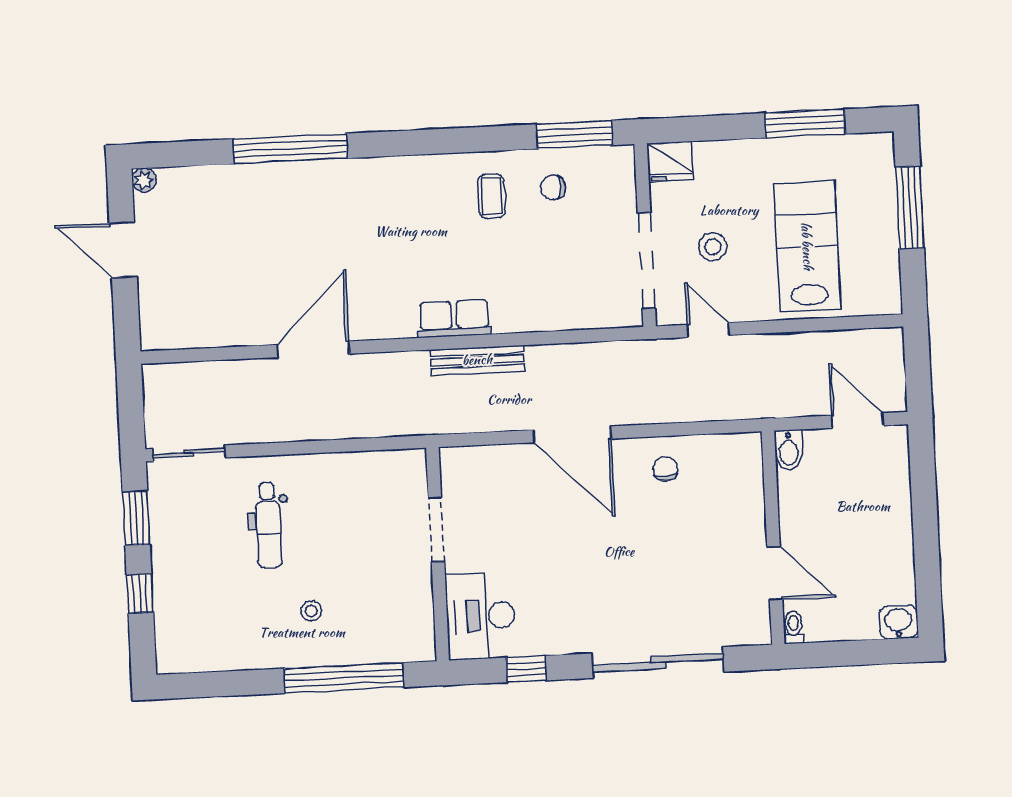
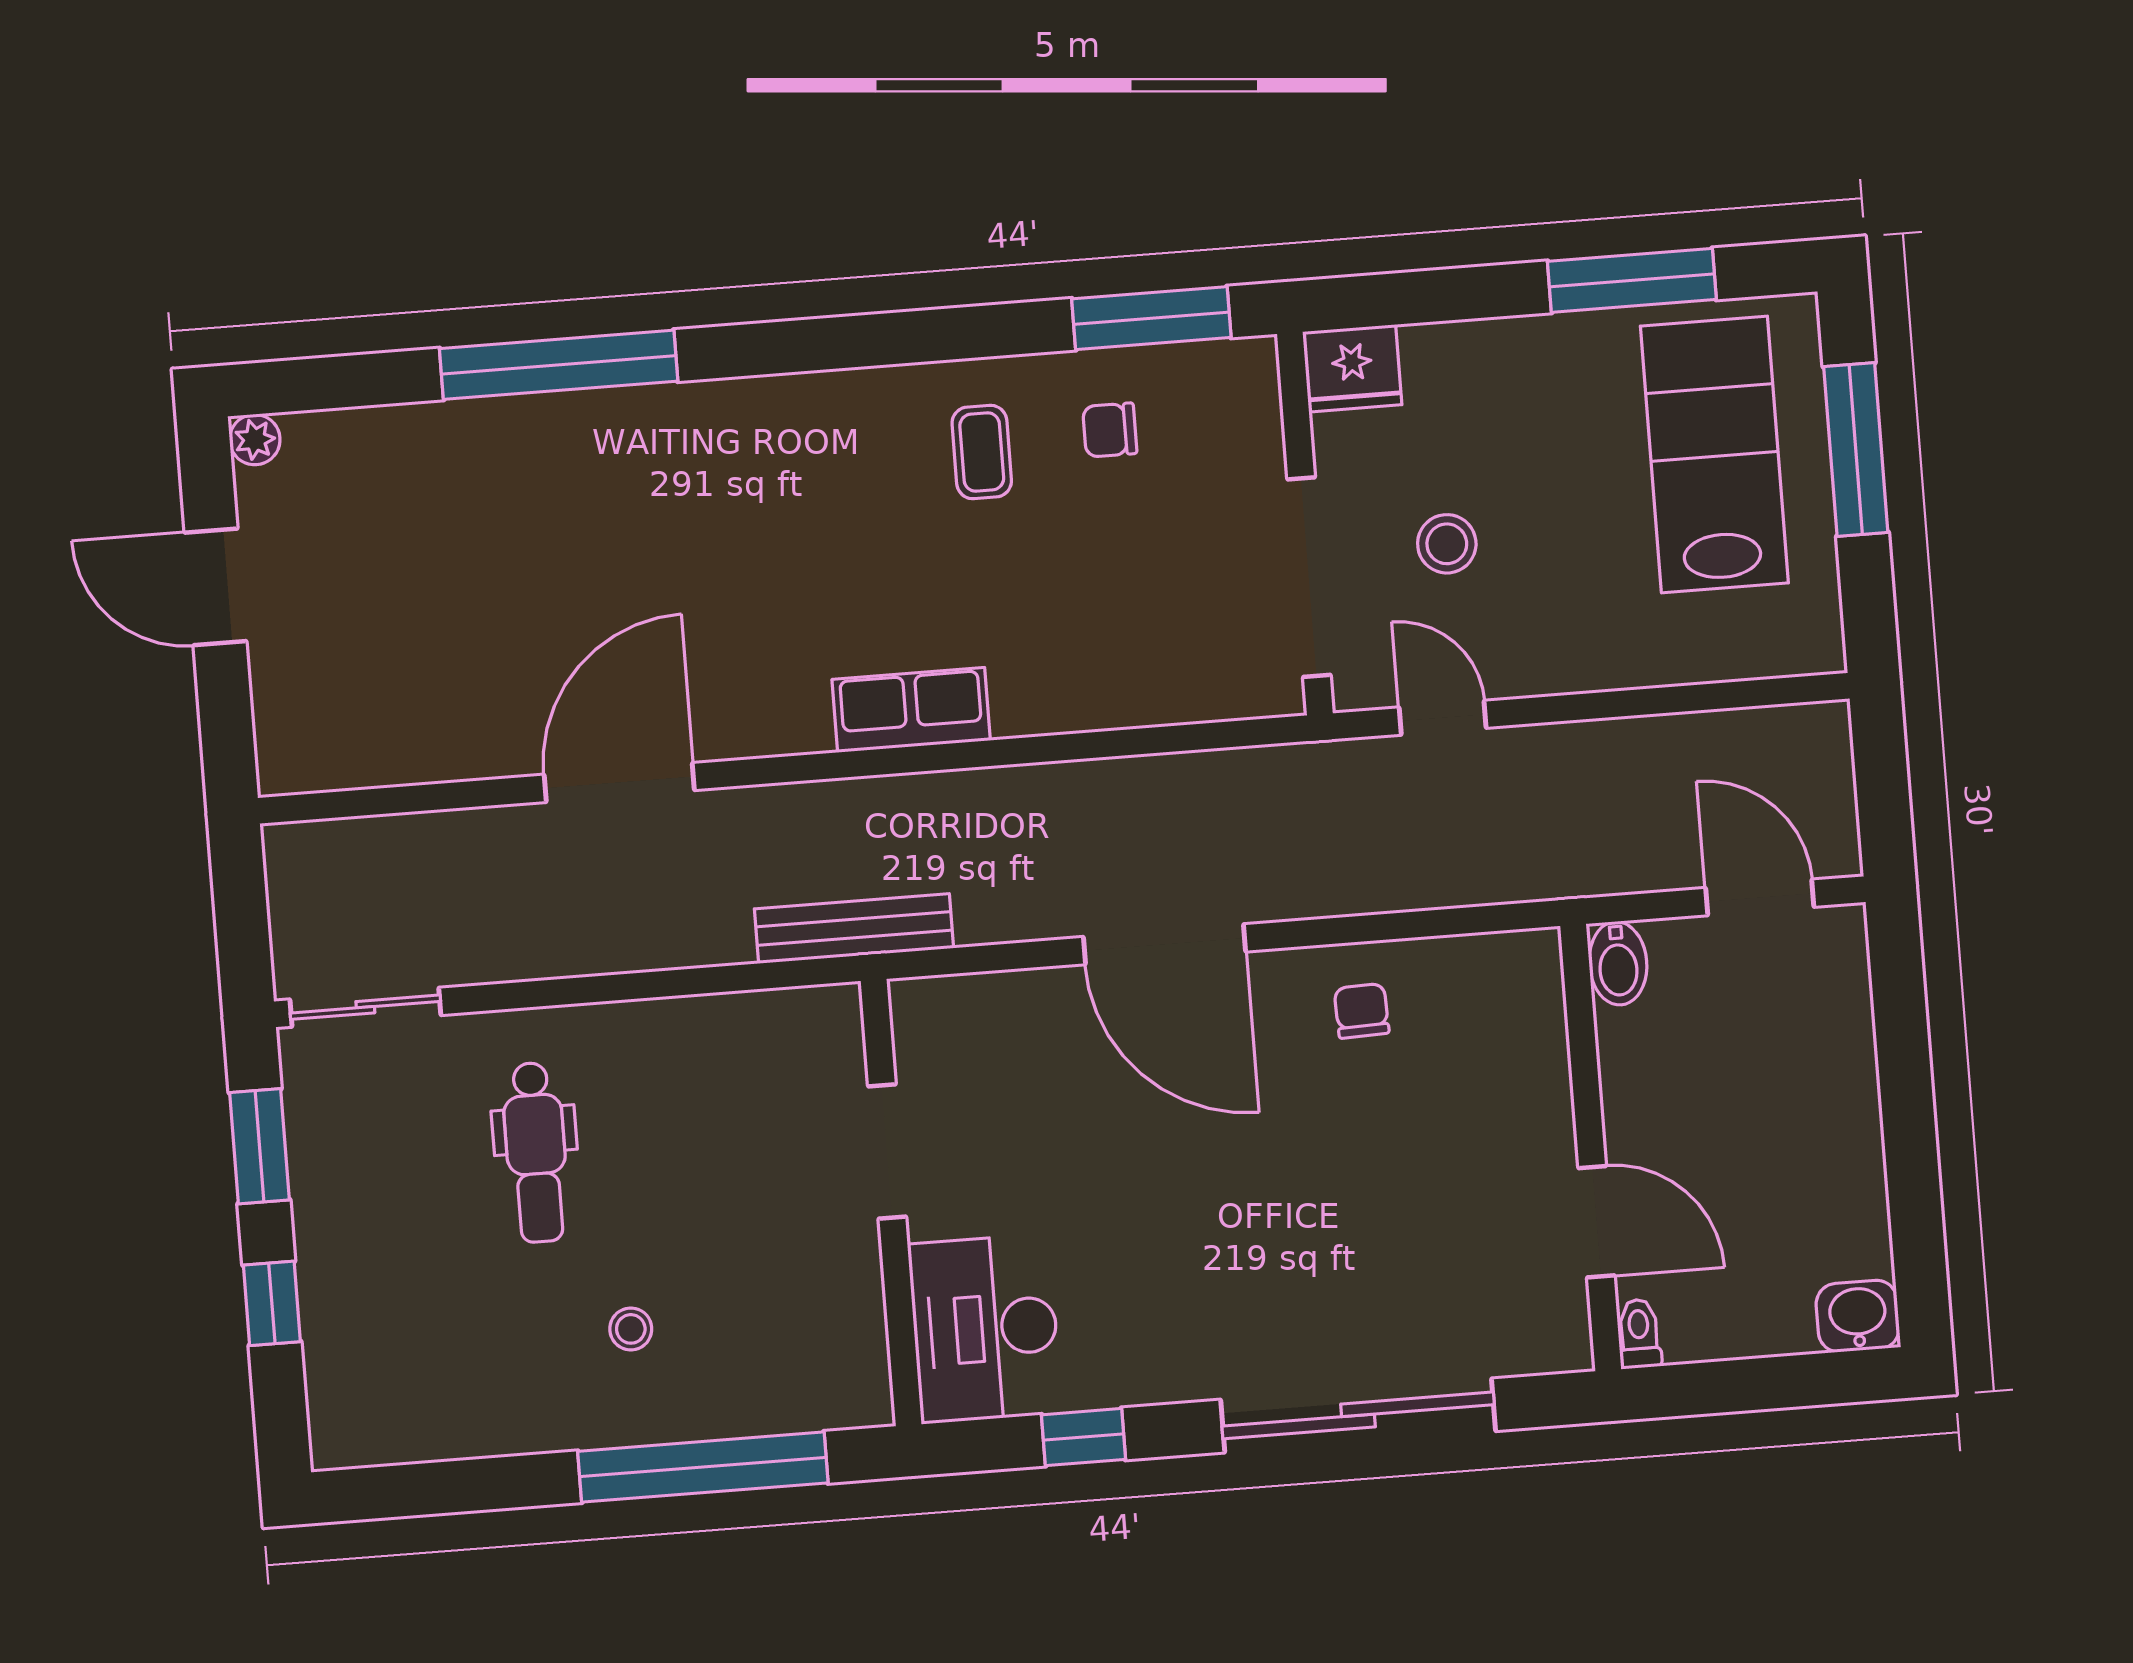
lab bench: (807, 246) -> (1714, 454), moved
bench: (477, 360) -> (854, 928), moved

